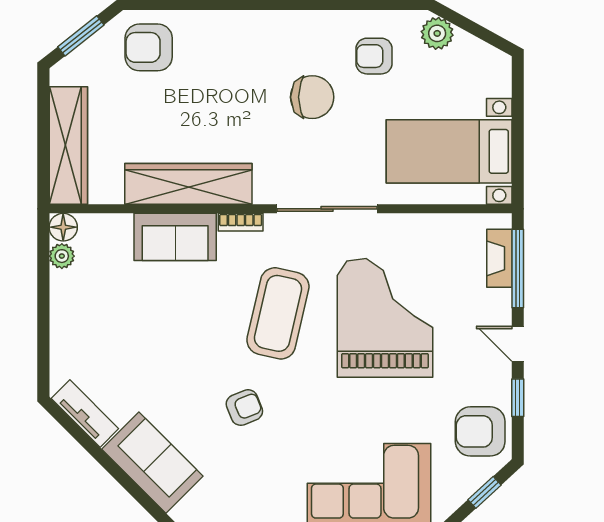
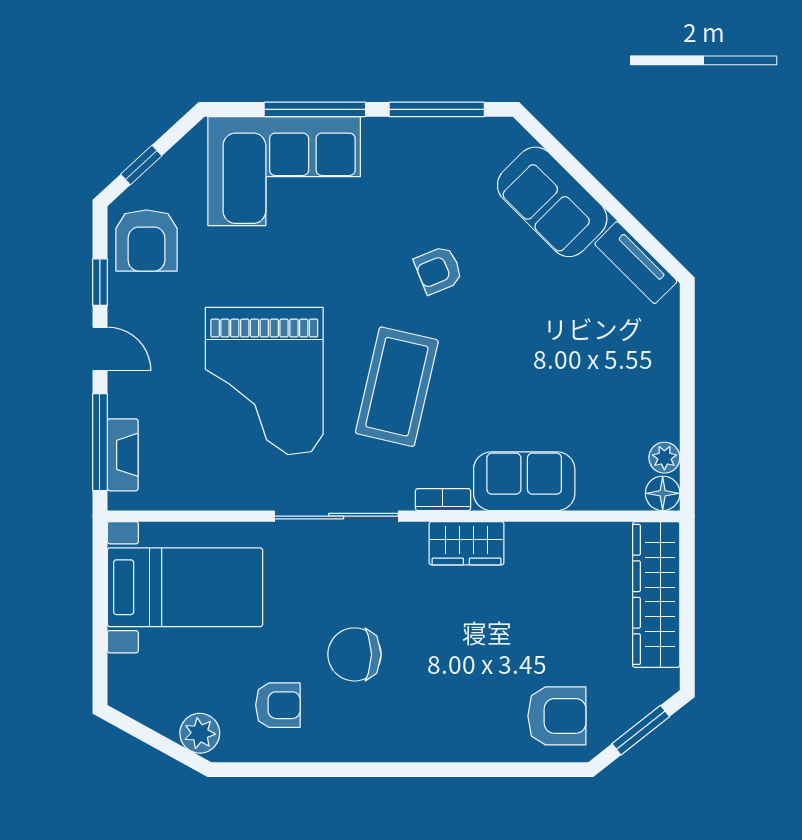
wardrobe: (188, 184) -> (466, 543), width x0.48, depth x0.85
armchair: (480, 431) -> (146, 240), turned 90

